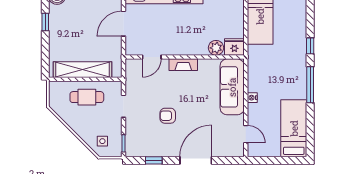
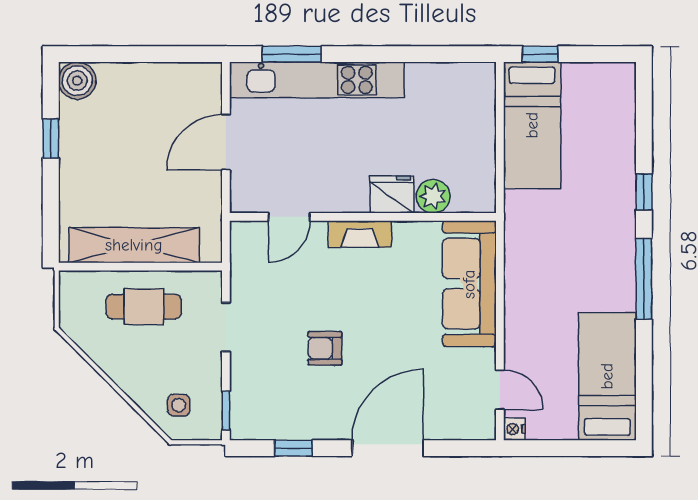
fridge: (234, 47) -> (392, 194), moved
nightstand: (252, 98) -> (514, 429), moved

